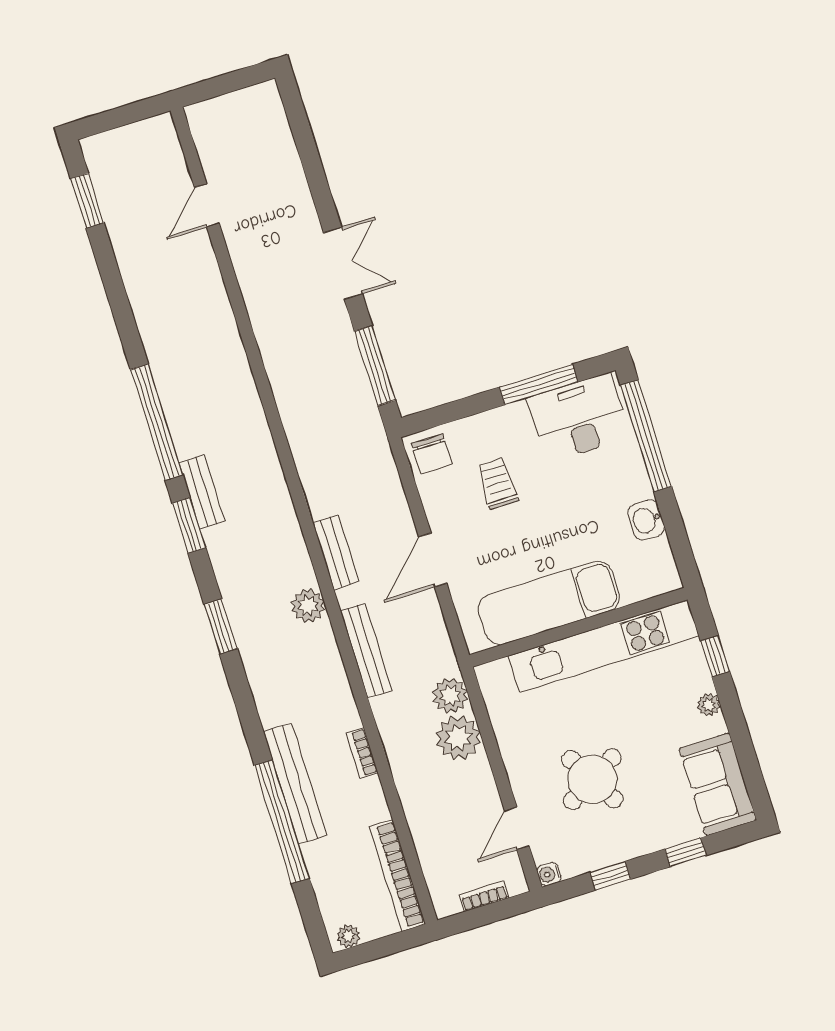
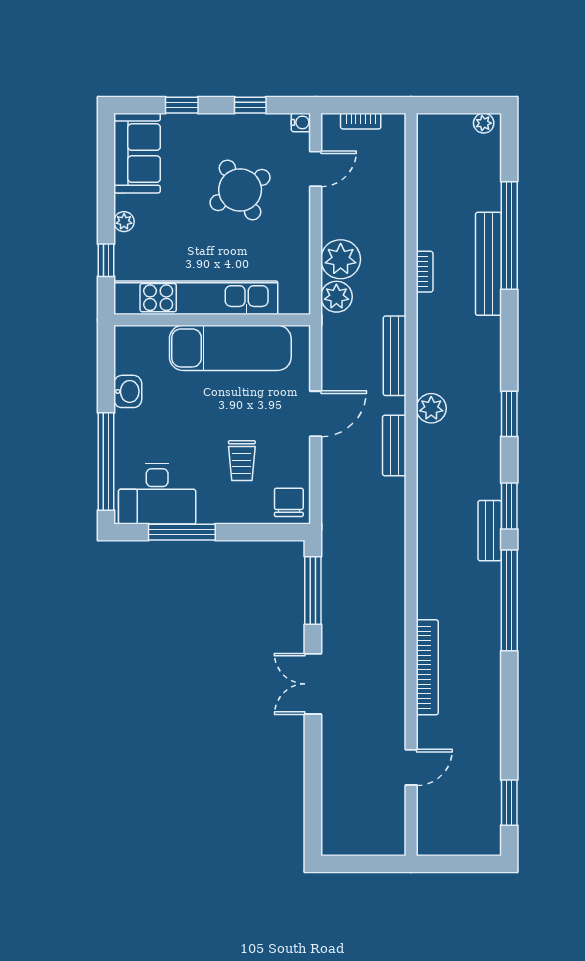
bookcase: (397, 876) -> (427, 667), moved

